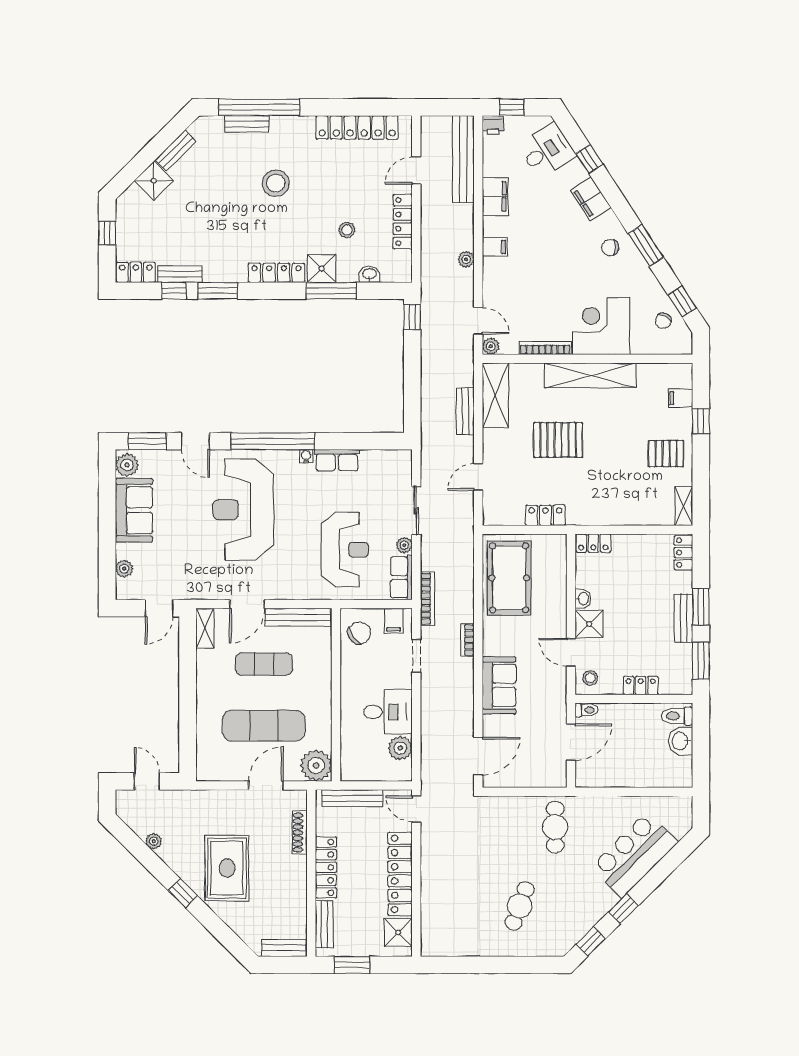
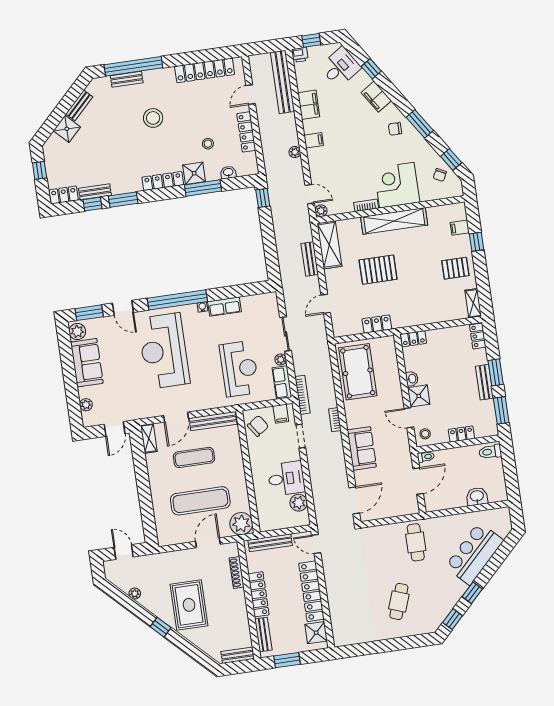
bookcase: (545, 348) -> (366, 205), width x0.64
washbasin: (681, 741) -> (477, 496), moved, turned 90

